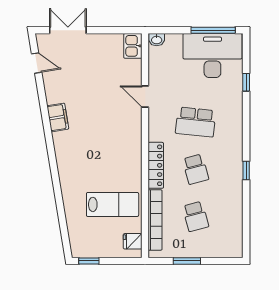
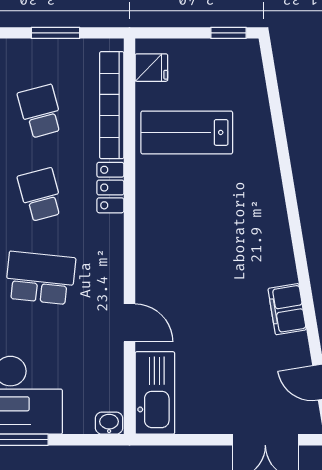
kitchen sink: (133, 46) -> (155, 393), width x1.87, depth x1.24
filing cabinet: (58, 117) -> (287, 309), moved
locker: (156, 165) -> (110, 188), width x0.66

